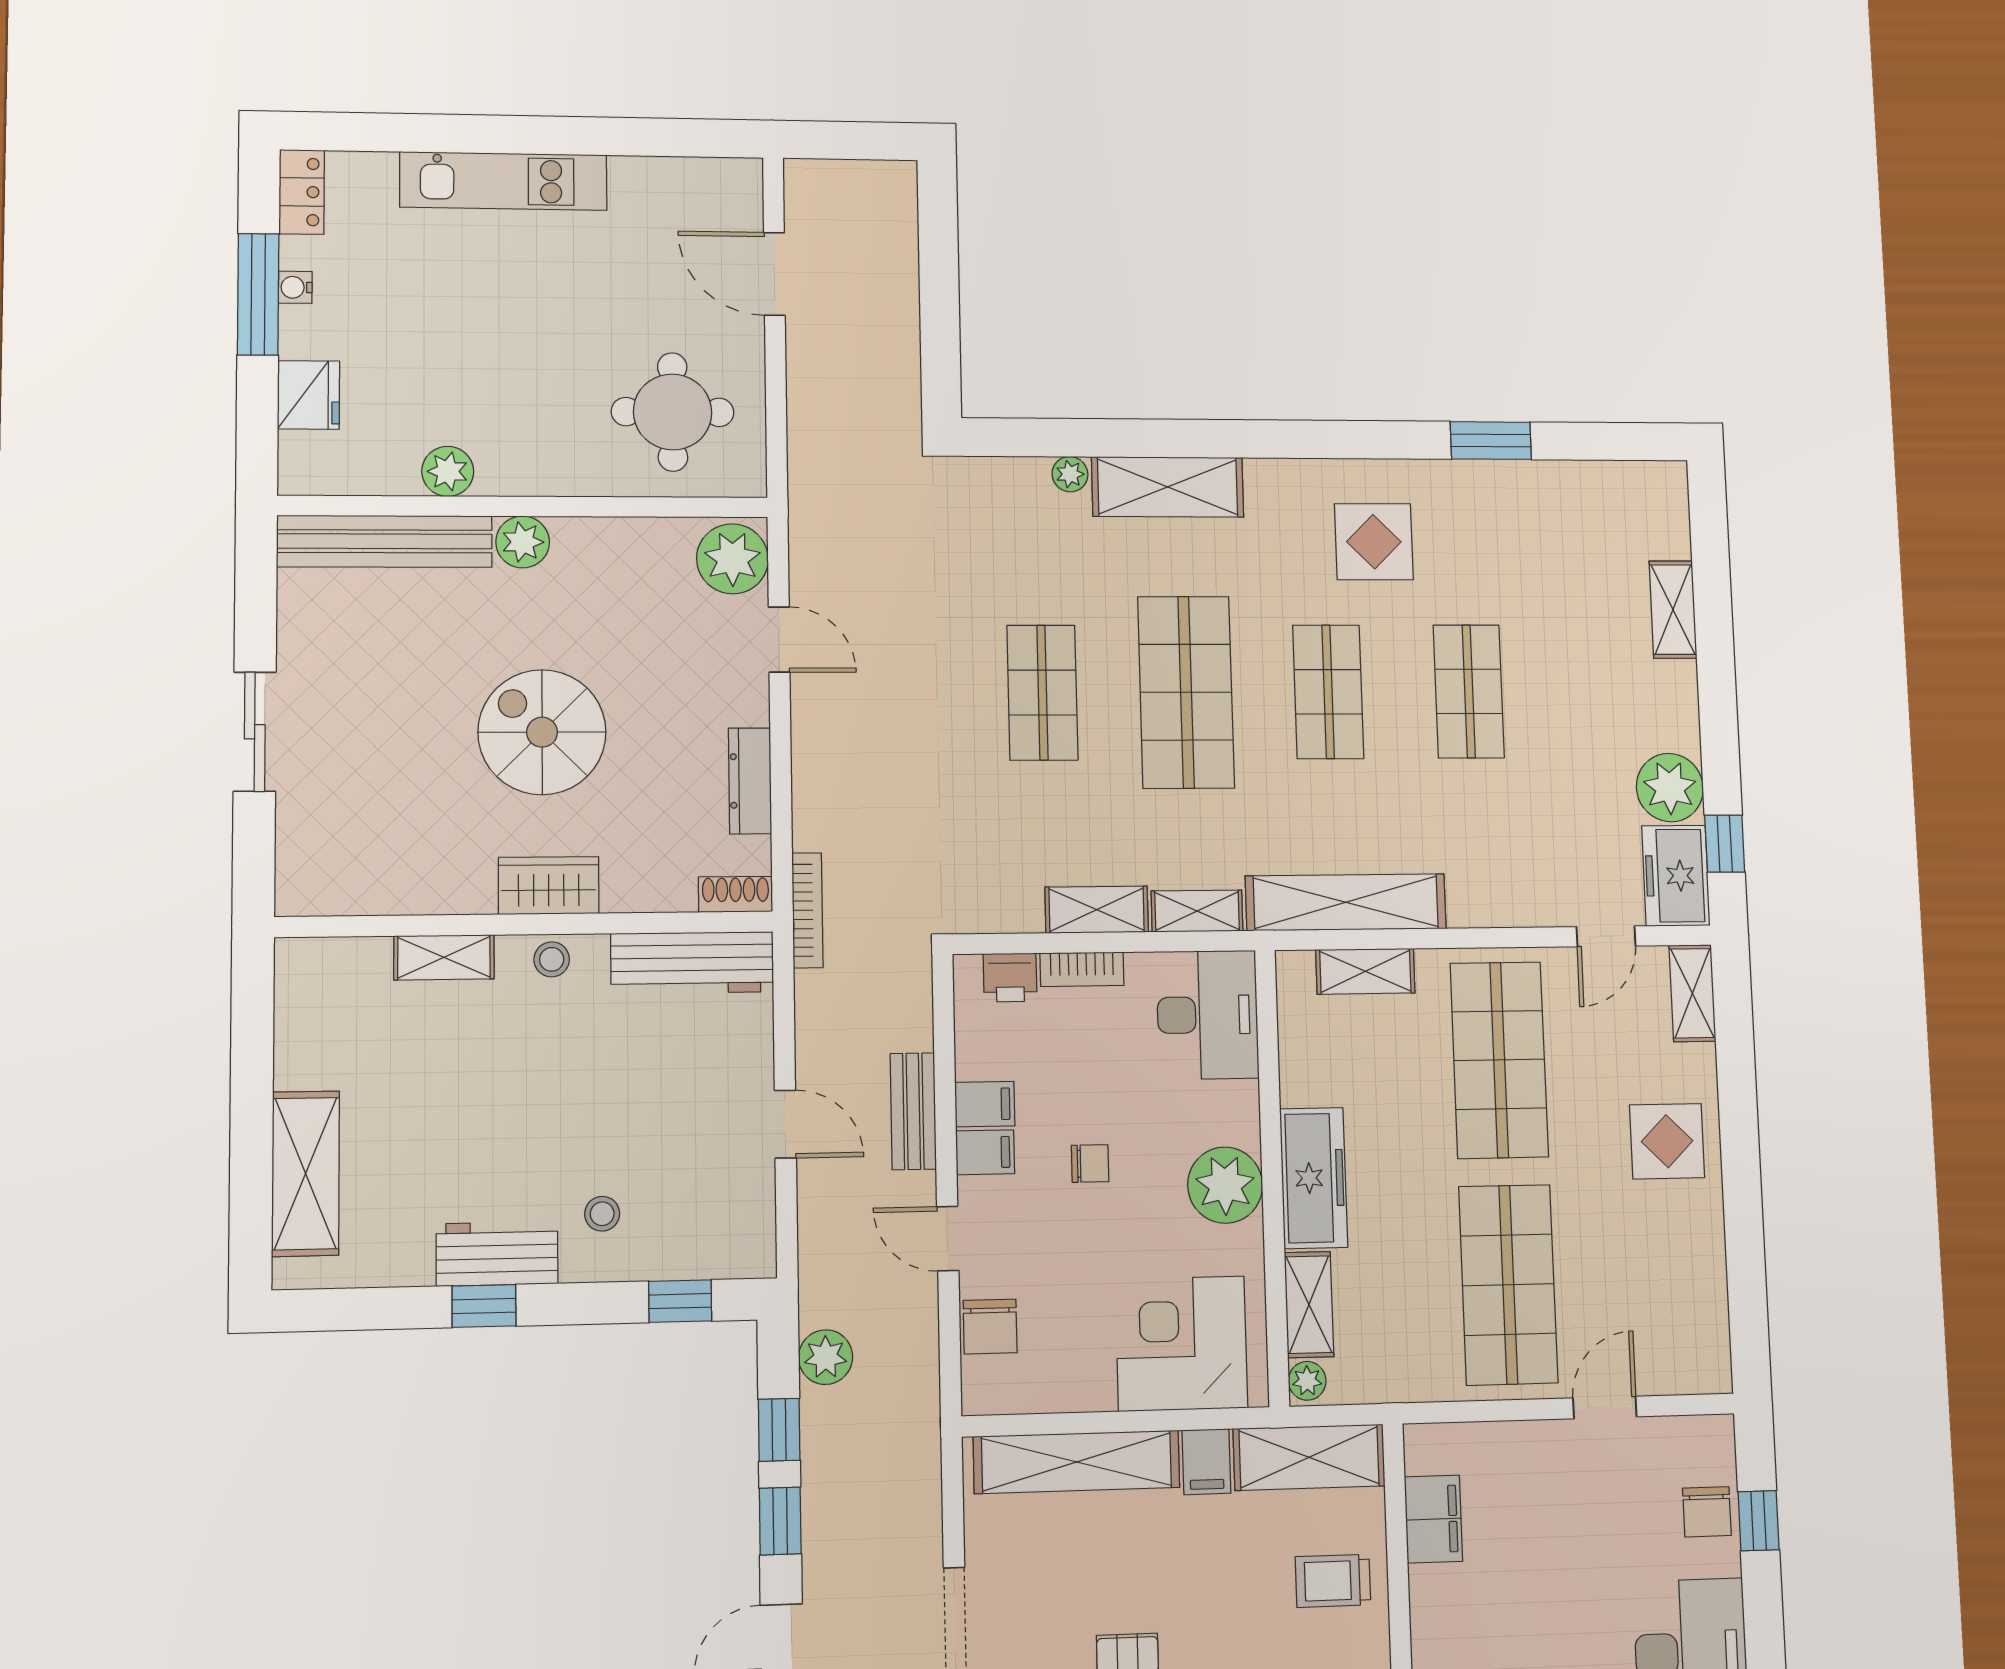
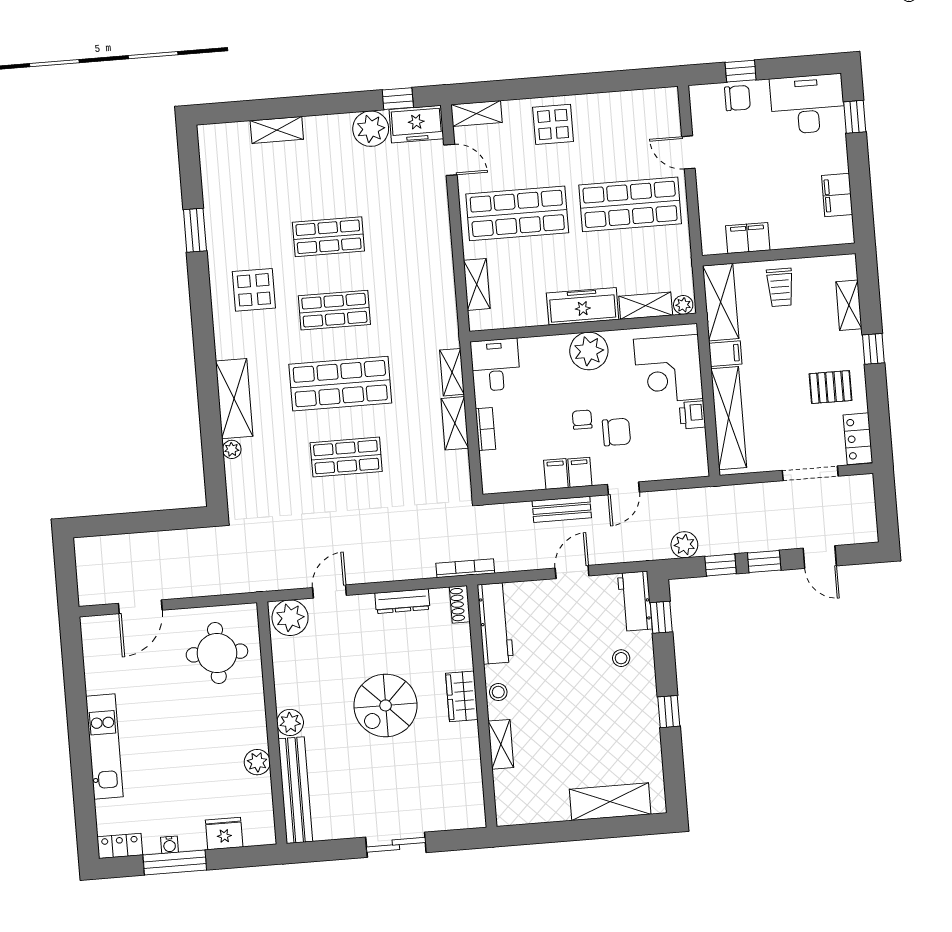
shelving: (1346, 902) -> (442, 296), removed
printer: (1010, 978) -> (692, 415), moved, turned 180
desk: (1208, 1015) -> (495, 365), width x0.73
workbench: (497, 1254) -> (635, 601), moved
chair: (990, 1327) -> (616, 432), moved

